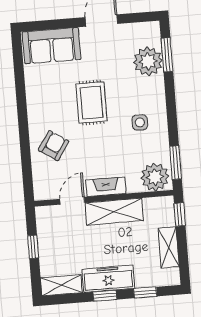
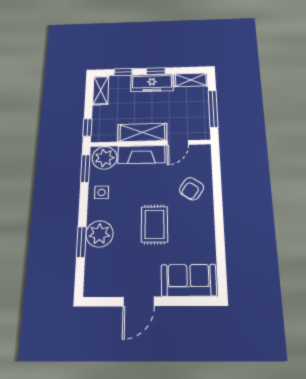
window: (167, 55) -> (81, 242), moved
plant: (148, 61) -> (99, 234), moved
side table: (140, 122) -> (102, 192), moved
fireplace: (106, 187) -> (141, 155), width x1.37, depth x1.32
window: (33, 247) -> (213, 109), width x2.17
shelving: (169, 247) -> (101, 90), moved

